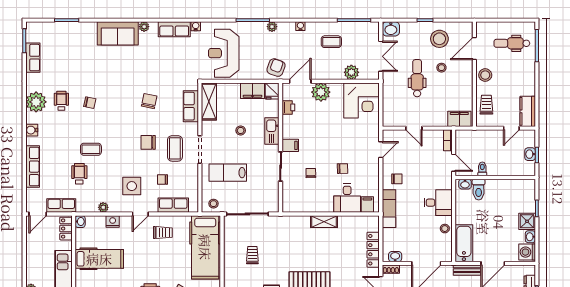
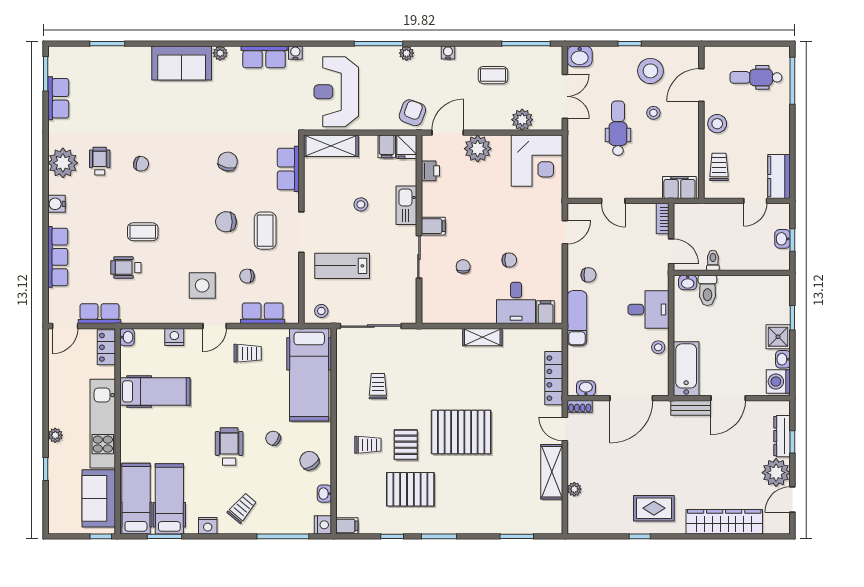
filing cabinet: (252, 91) -> (387, 146), width x0.50
shelving: (209, 101) -> (331, 146), moved, turned 90
wheelchair: (79, 174) -> (126, 268), turned -90
plant: (103, 207) -> (161, 316), removed

